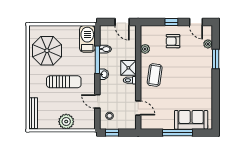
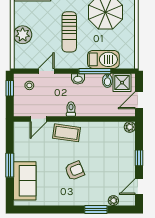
barbecue: (87, 39) -> (103, 59), moved
armchair: (173, 41) -> (75, 171), moved, turned 68
plant: (145, 49) -> (130, 127), moved
shower: (128, 68) -> (122, 83), moved
coffee table: (155, 75) -> (67, 133), moved
window: (178, 133) -> (10, 165), width x0.69

